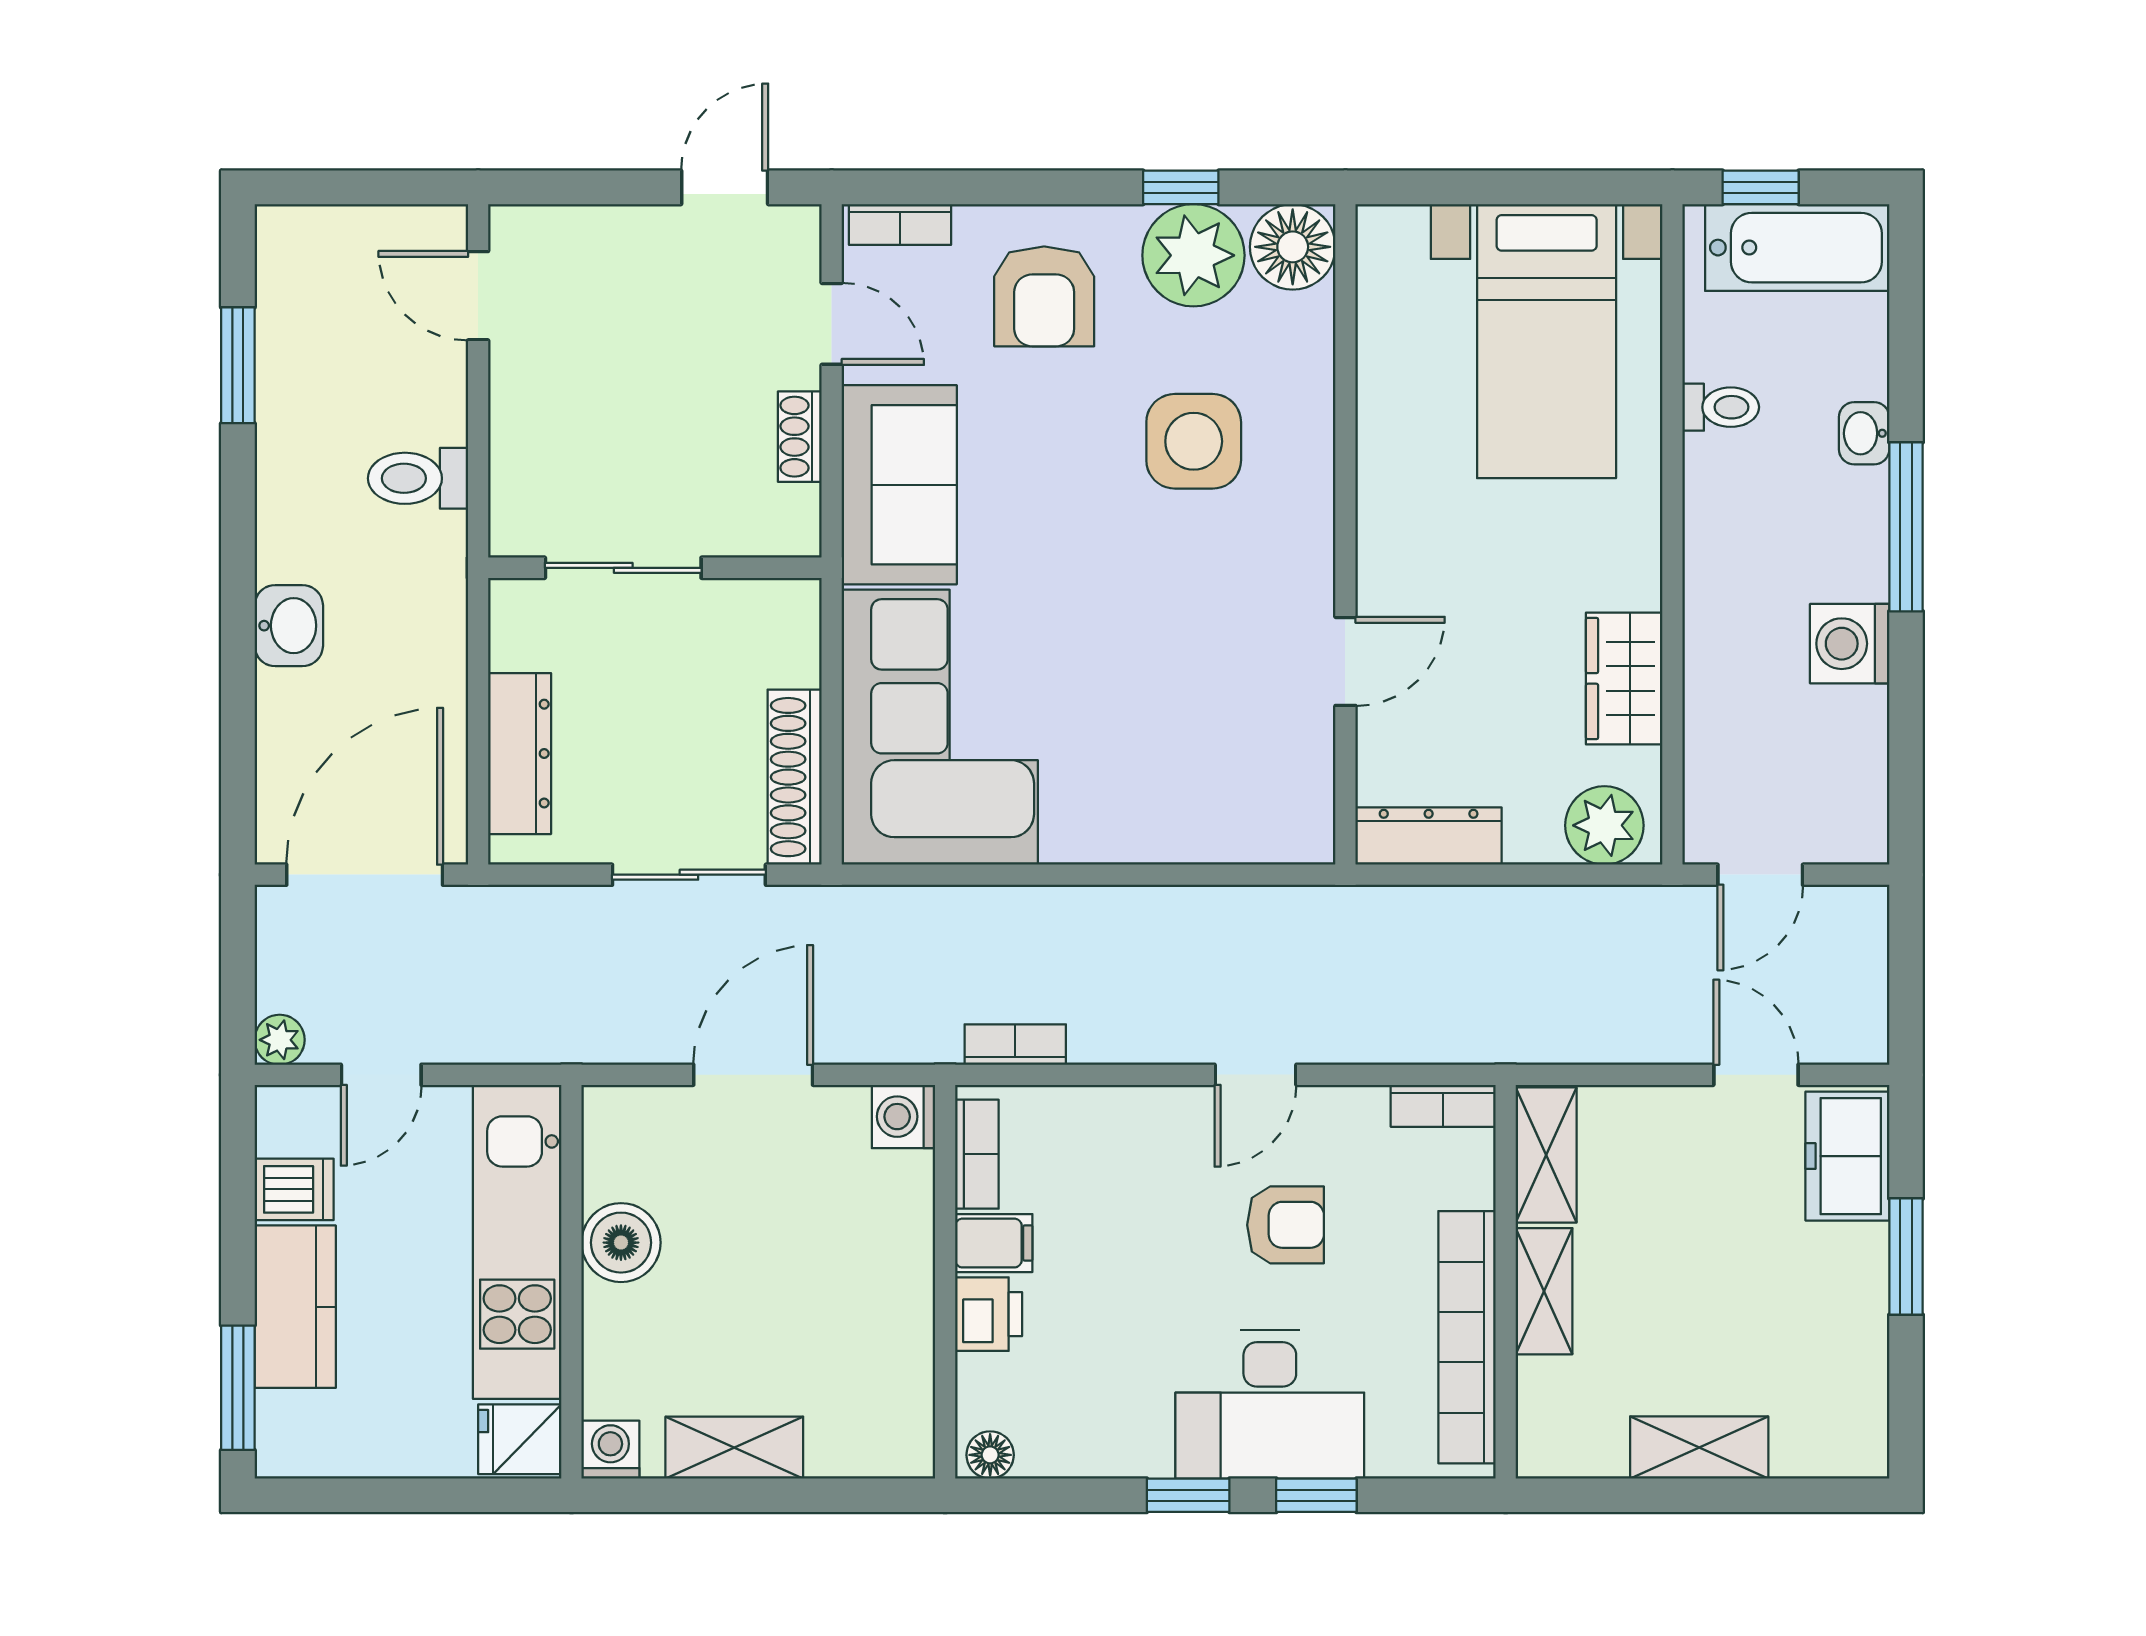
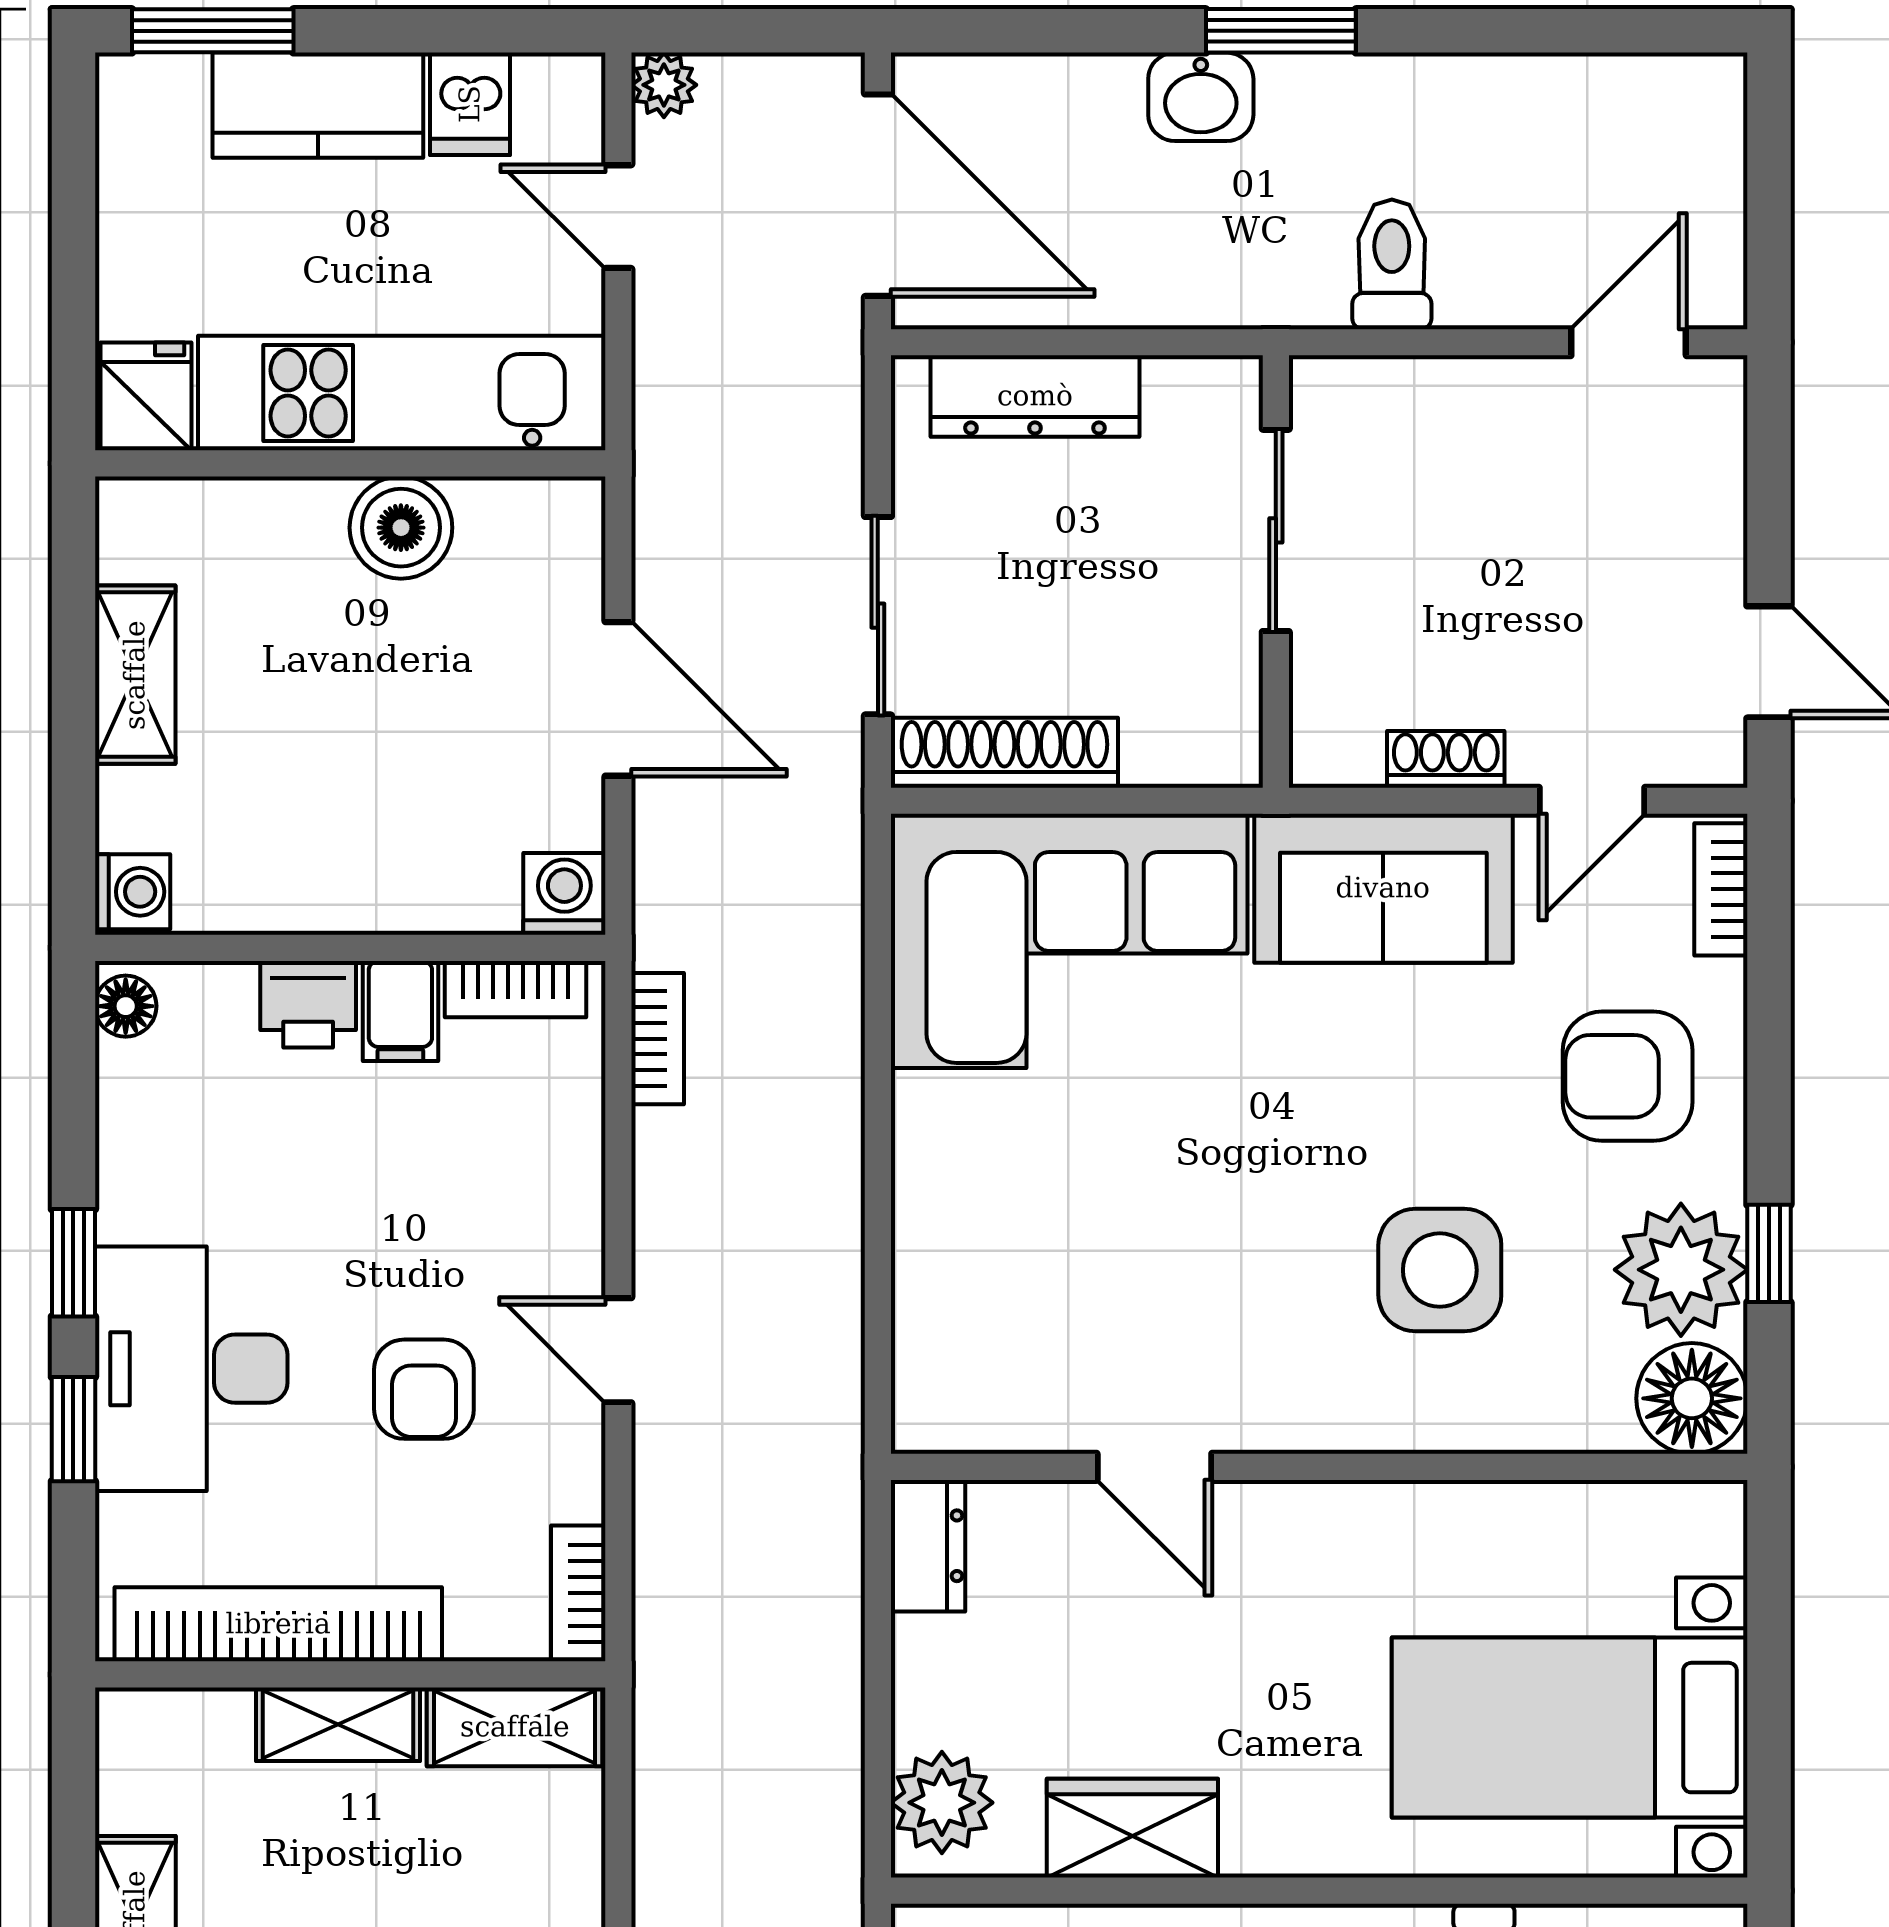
window: (238, 365) -> (1281, 31), moved
dresser: (1429, 836) -> (928, 1546), width x0.70
washing machine: (610, 1450) -> (133, 892), moved

